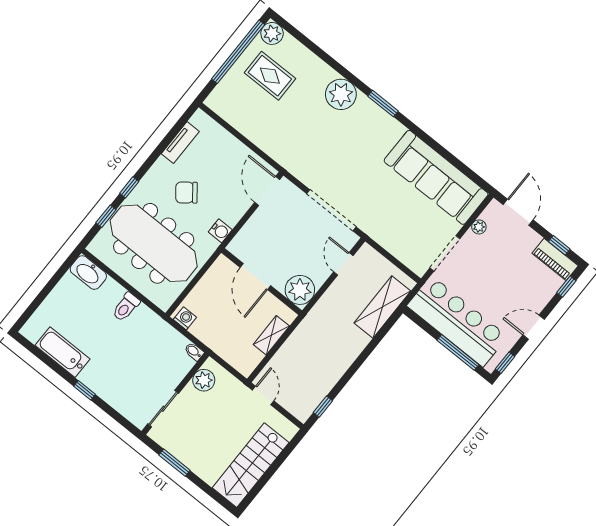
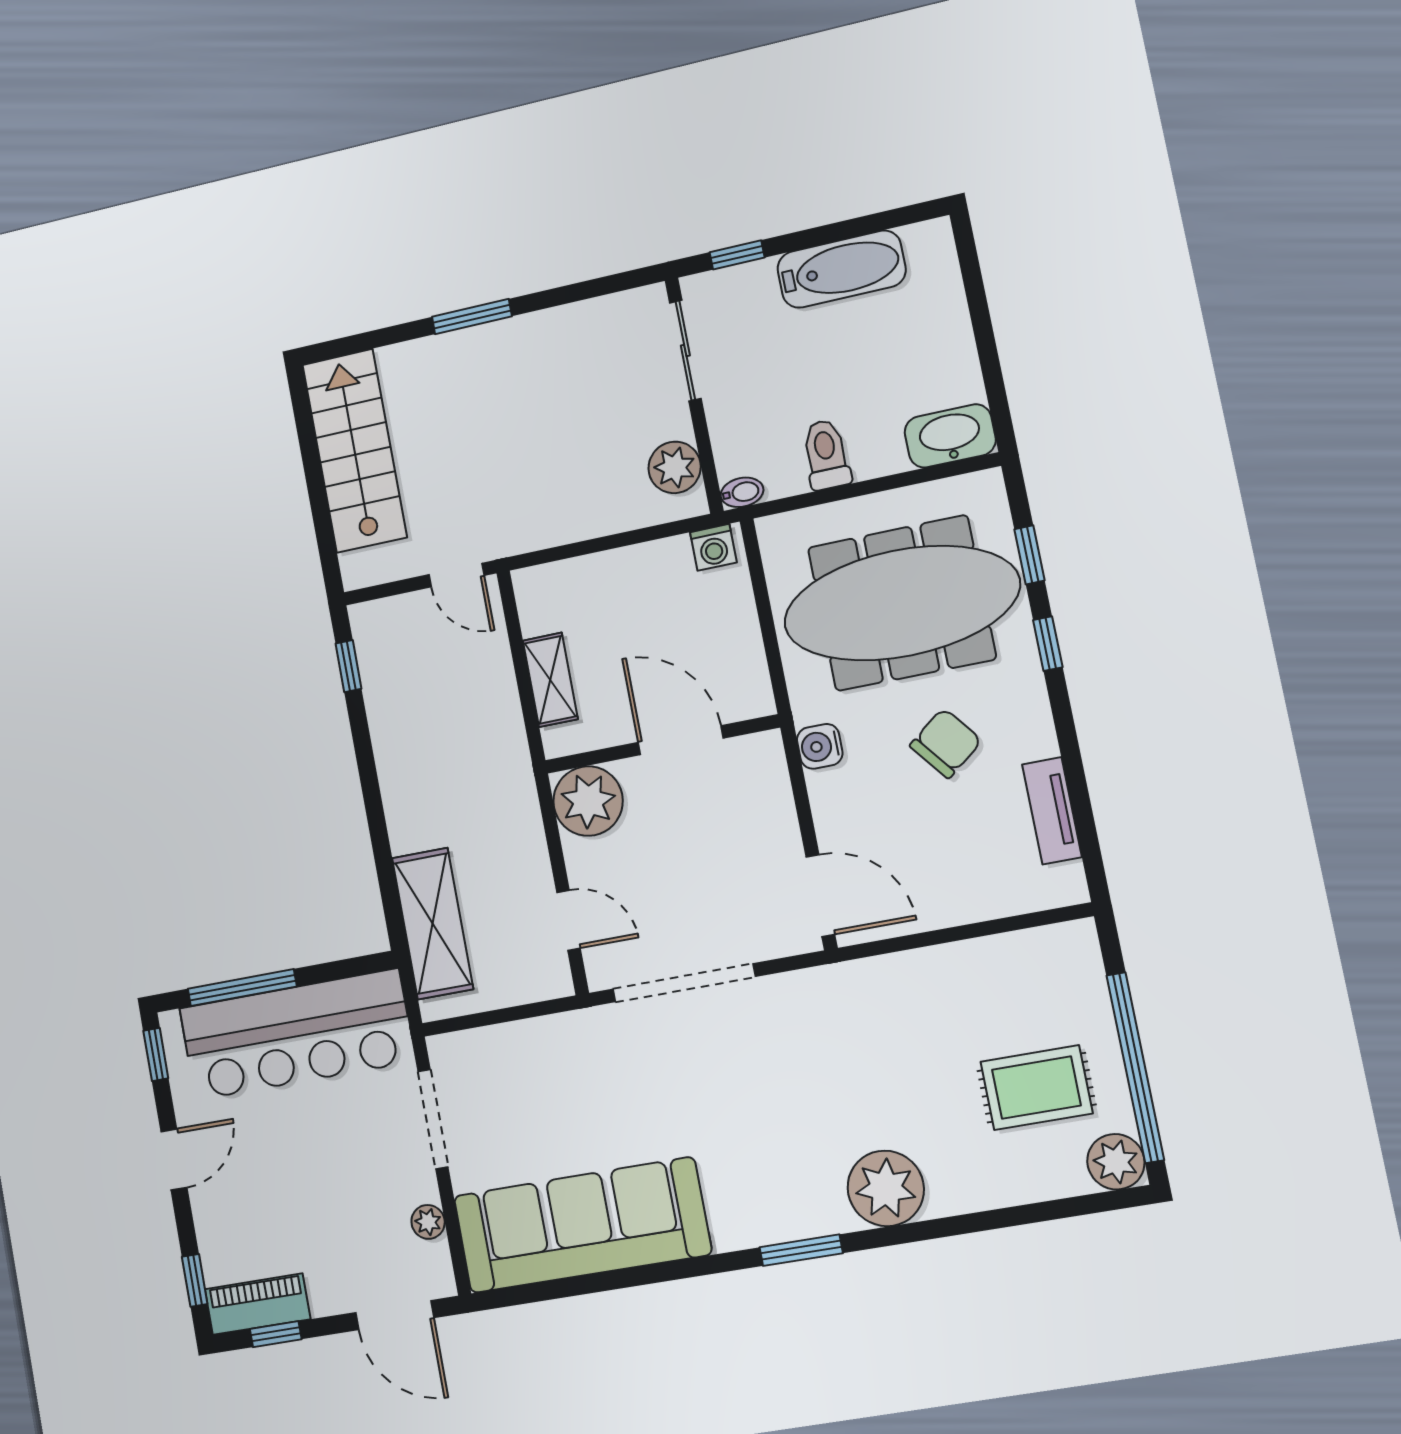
bidet: (194, 351) -> (742, 492), moved
plant: (204, 380) -> (675, 467), moved
wall: (175, 394) -> (694, 395), moved
sliding door: (163, 409) -> (685, 351), moved

